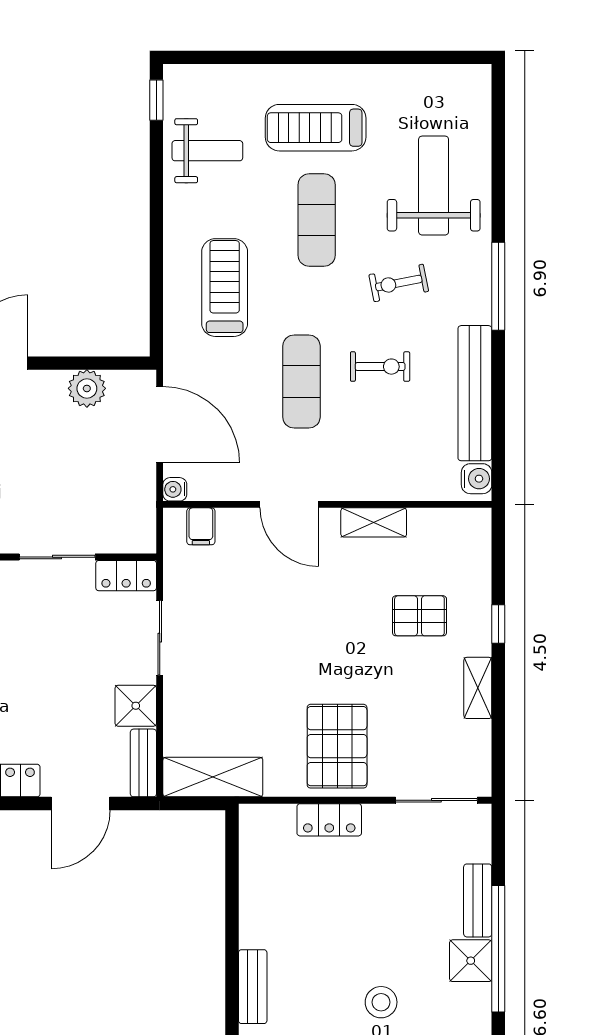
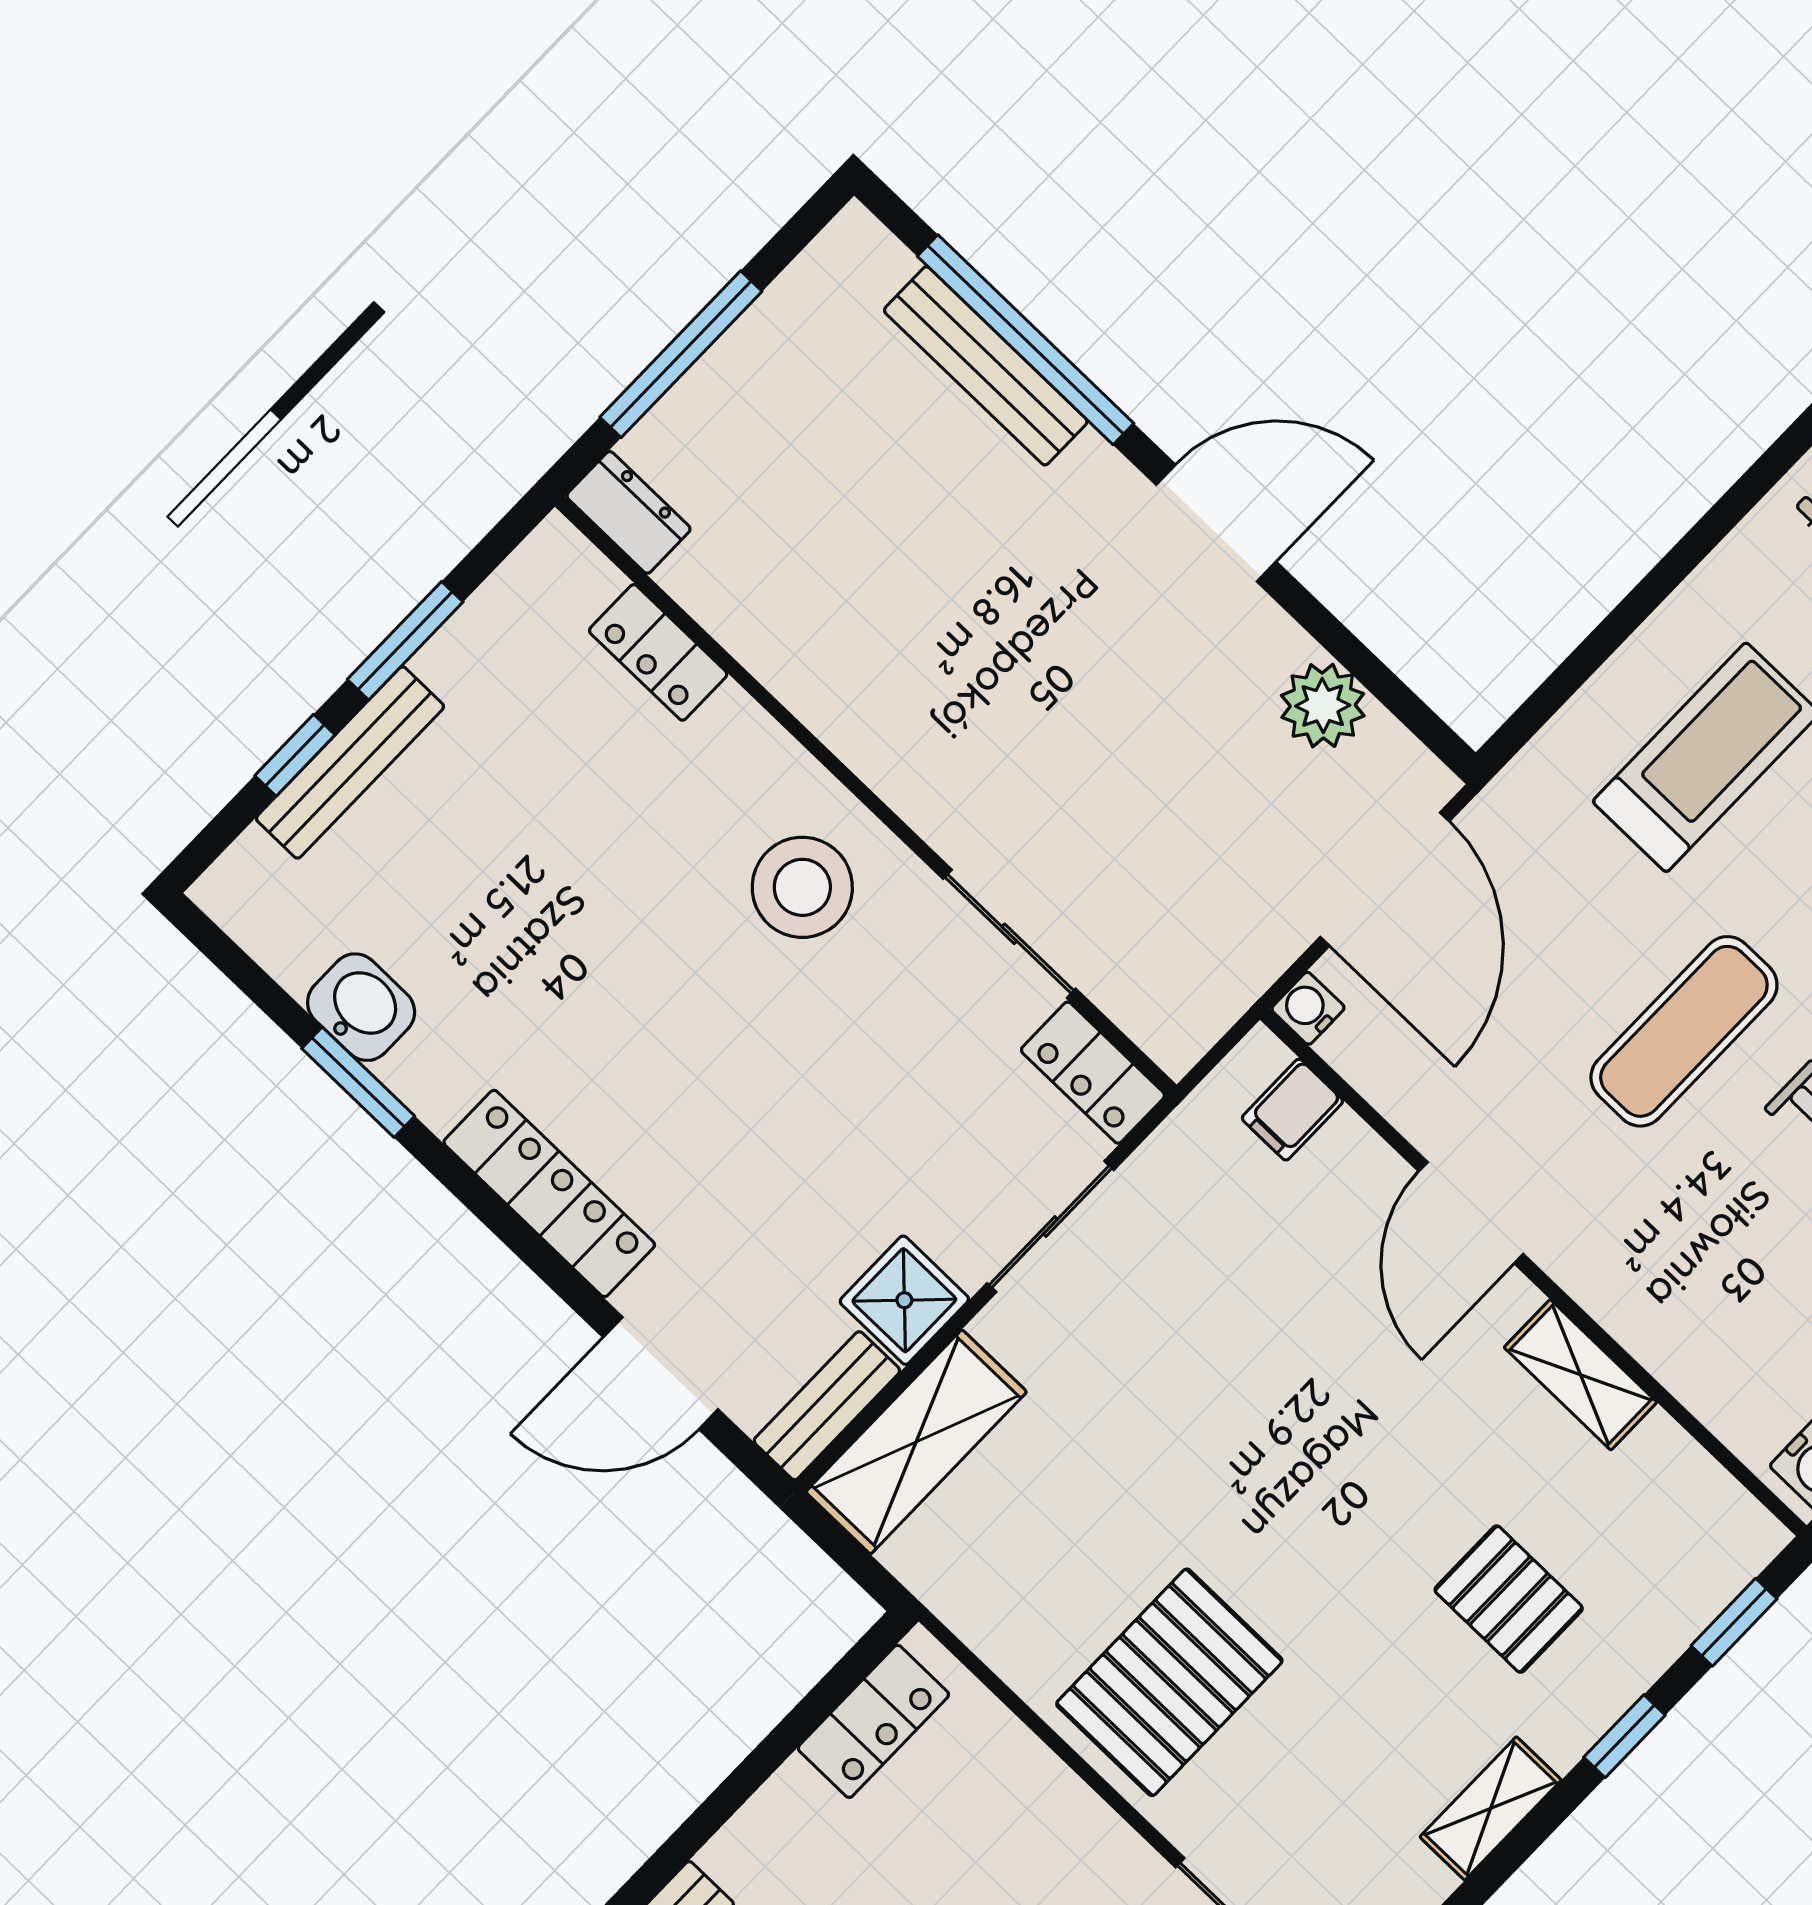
window: (498, 554) -> (1734, 1622), added
shelving: (213, 777) -> (916, 1442), moved, turned 90
locker: (329, 820) -> (873, 1721), moved, turned -90

